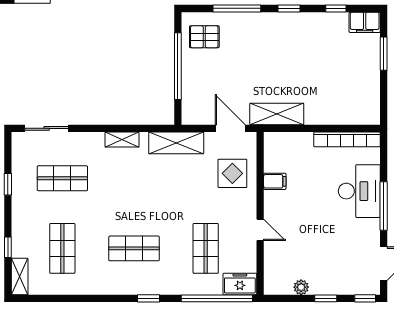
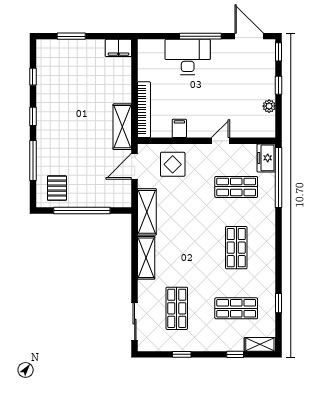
filing cabinet: (365, 22) -> (118, 48), moved, turned 90
bookcase: (347, 139) -> (144, 110), moved
shelving: (122, 140) -> (146, 258), width x1.50, depth x1.33
window: (149, 298) -> (278, 303), moved

